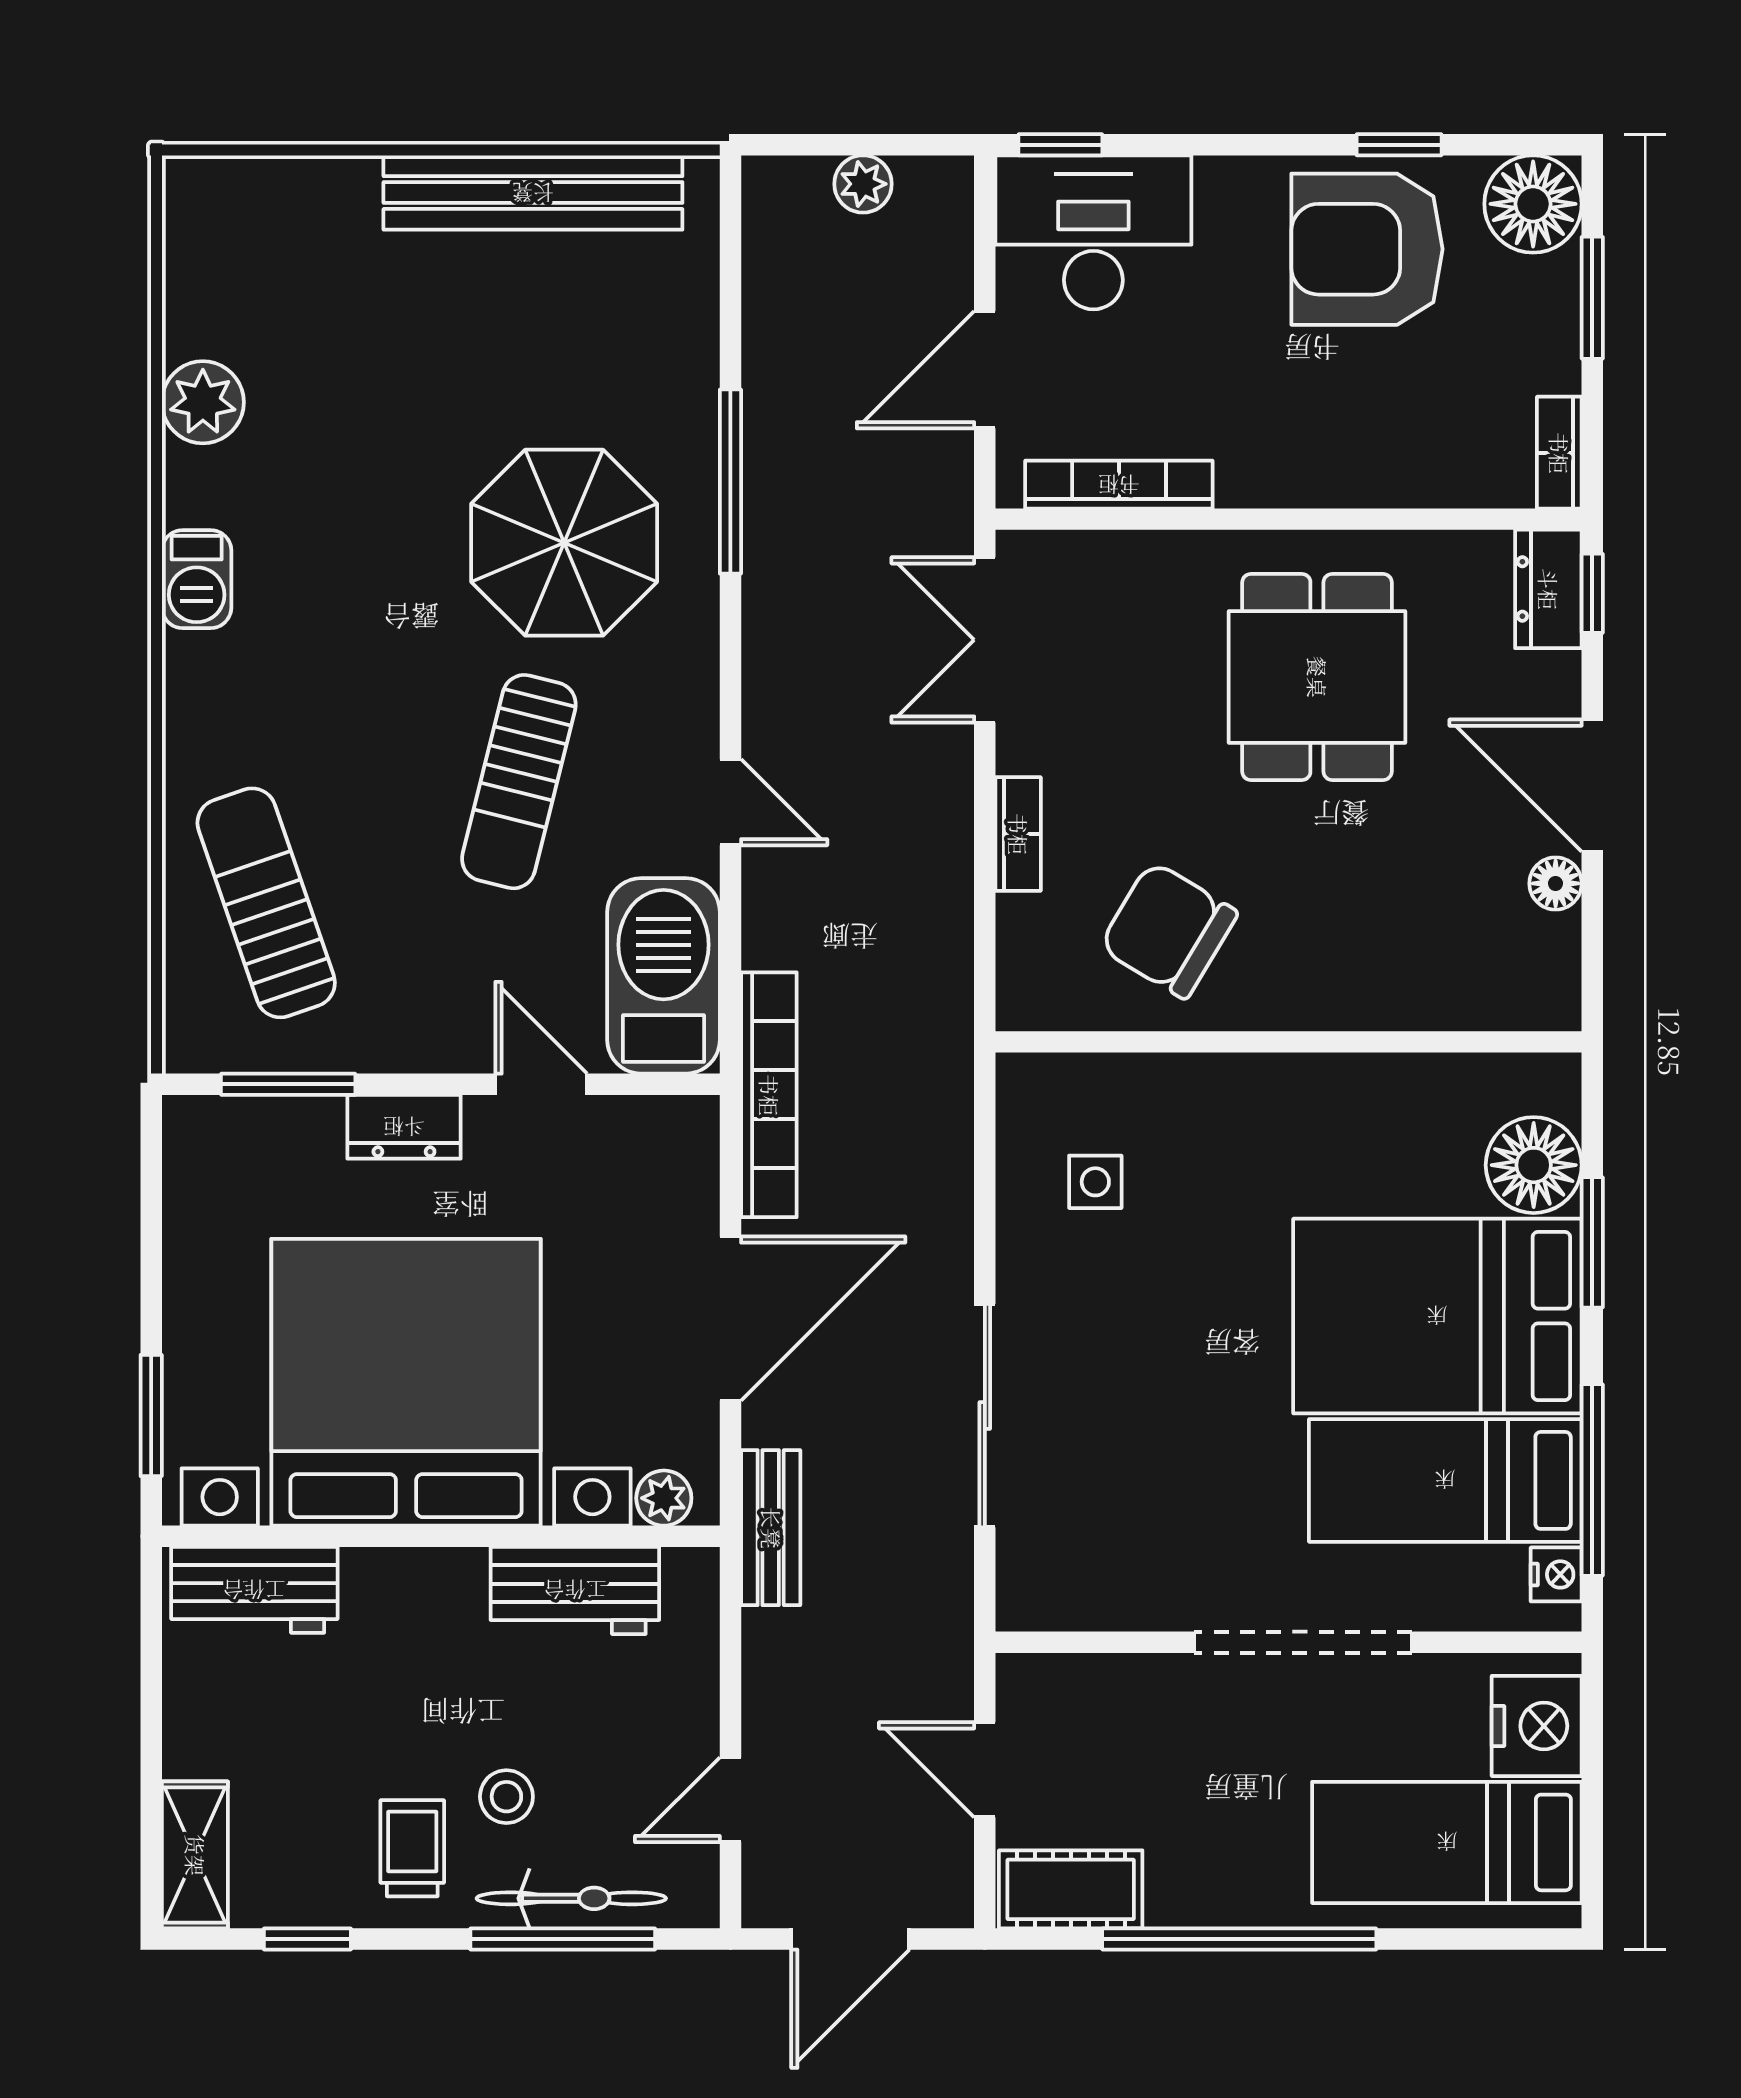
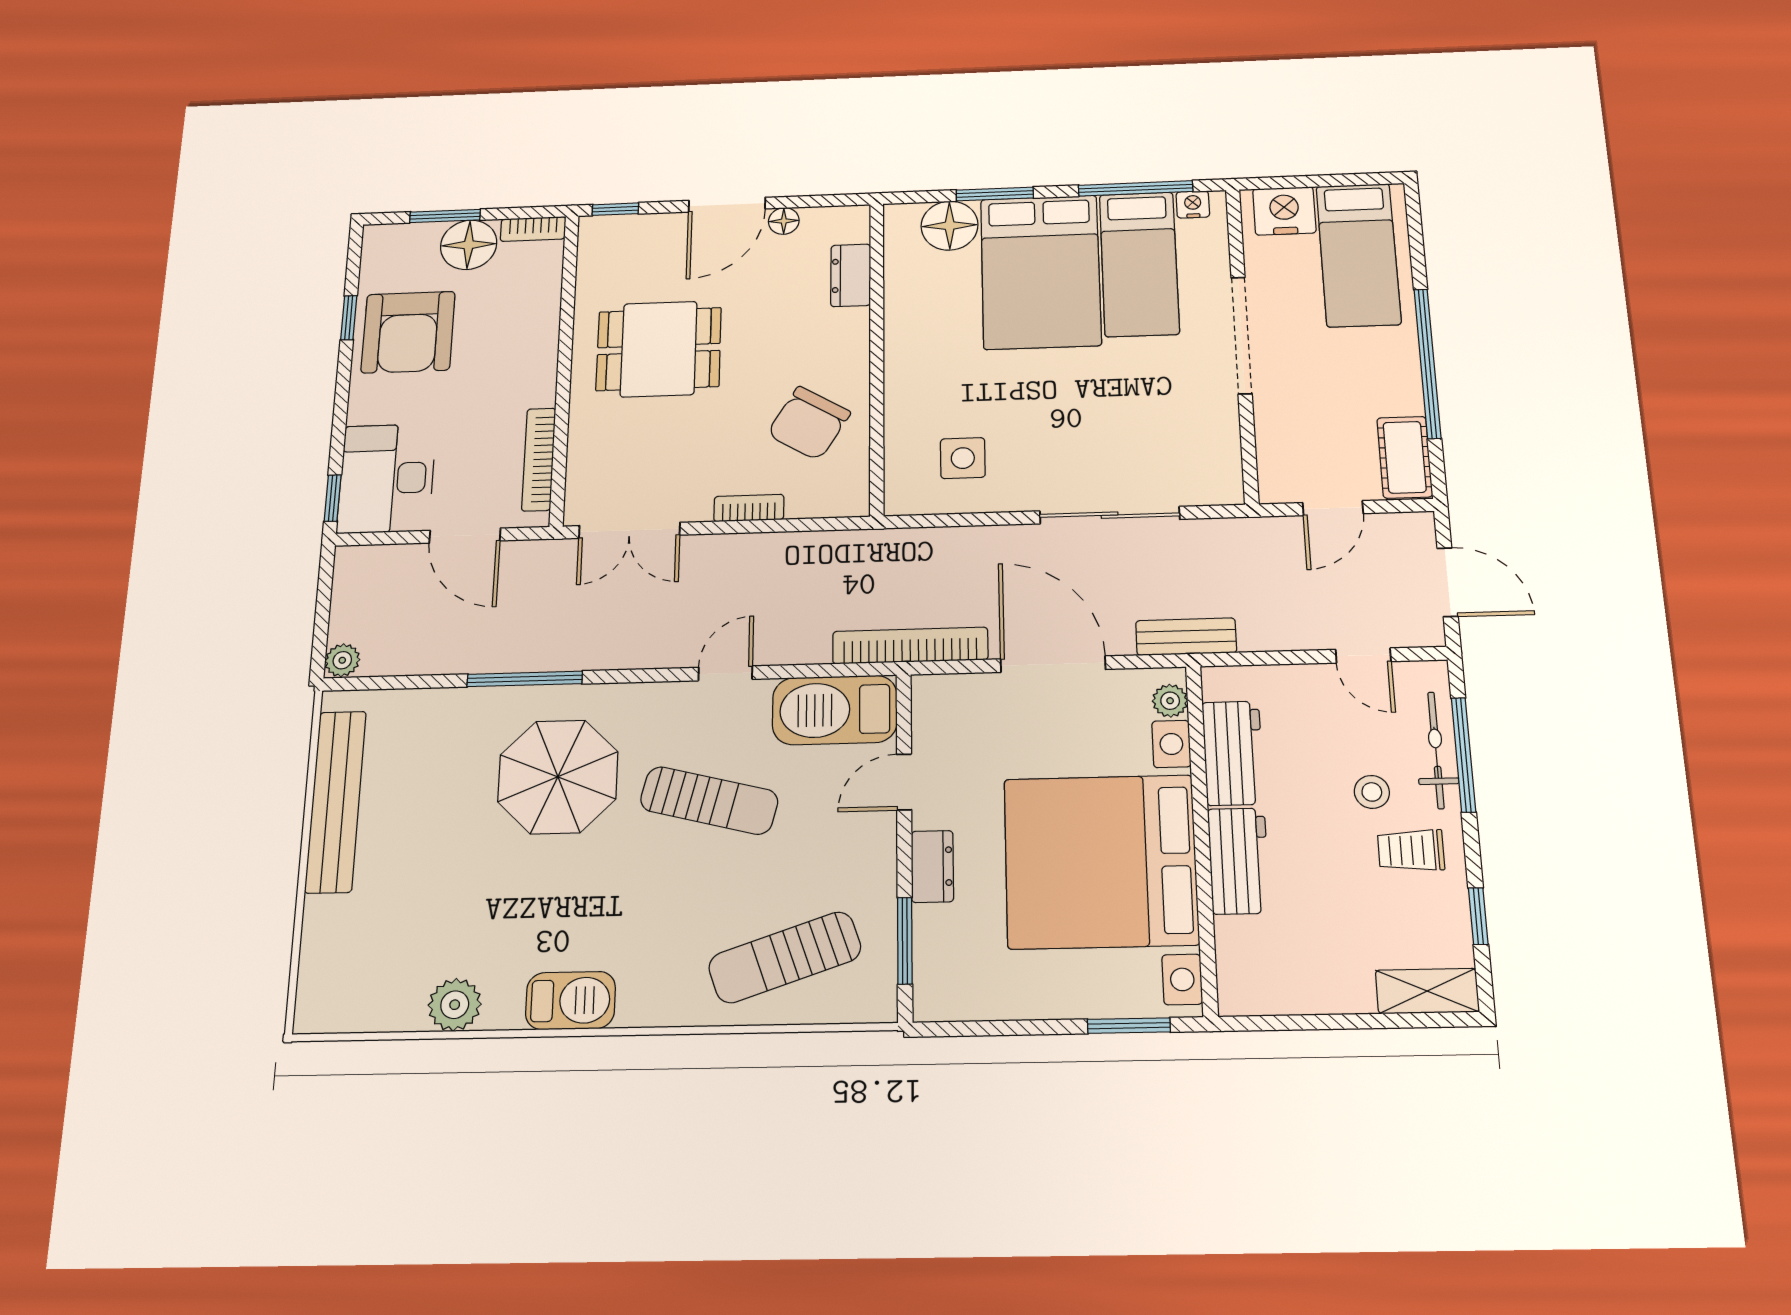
plant: (863, 184) -> (342, 660), moved
floor lamp: (1533, 204) -> (469, 245), moved
barbecue: (197, 579) -> (571, 1000), width x1.38, depth x1.27
dresser: (1548, 589) -> (851, 275), moved, turned 90
side table: (1095, 1182) -> (963, 458), width x1.37, depth x1.37
workbench: (254, 1590) -> (1239, 861), moved

